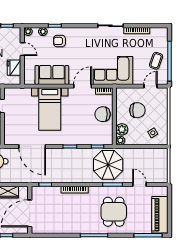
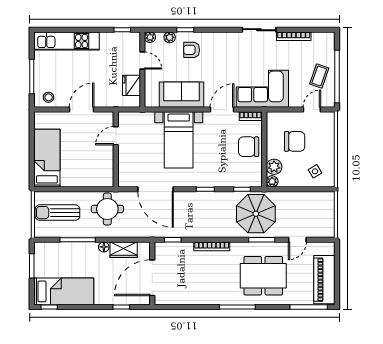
door: (139, 185) -> (297, 240), swing flipped
dining table: (114, 212) -> (263, 276), width x1.38

